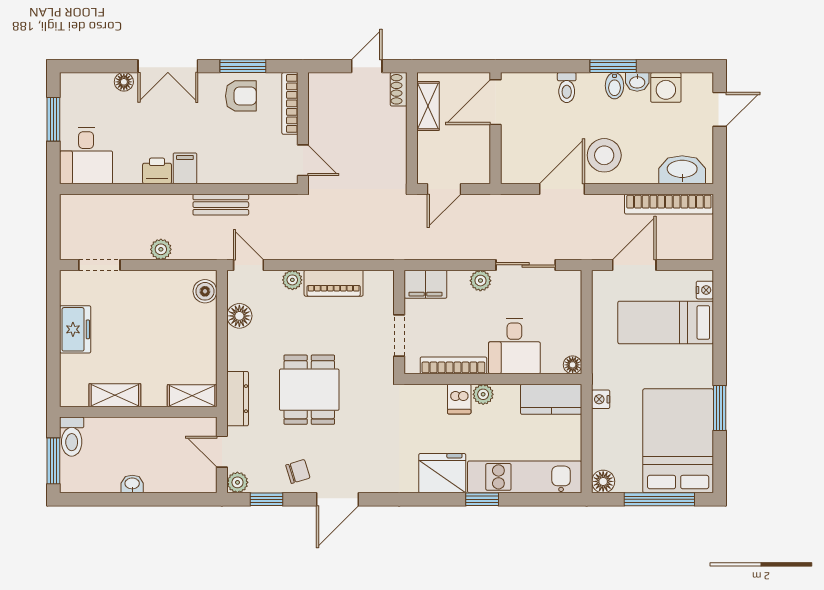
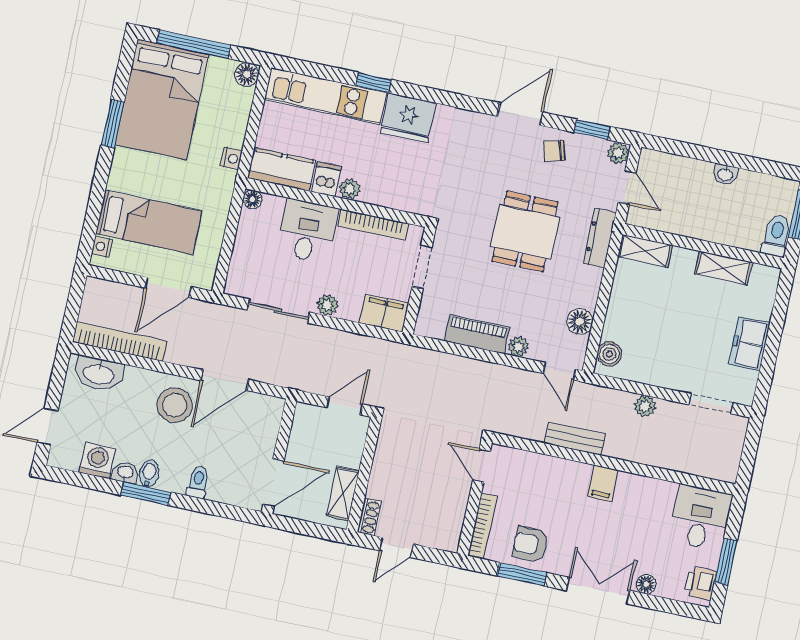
printer: (157, 171) -> (701, 583), moved, turned 90
dishwasher: (459, 399) -> (326, 179), moved

